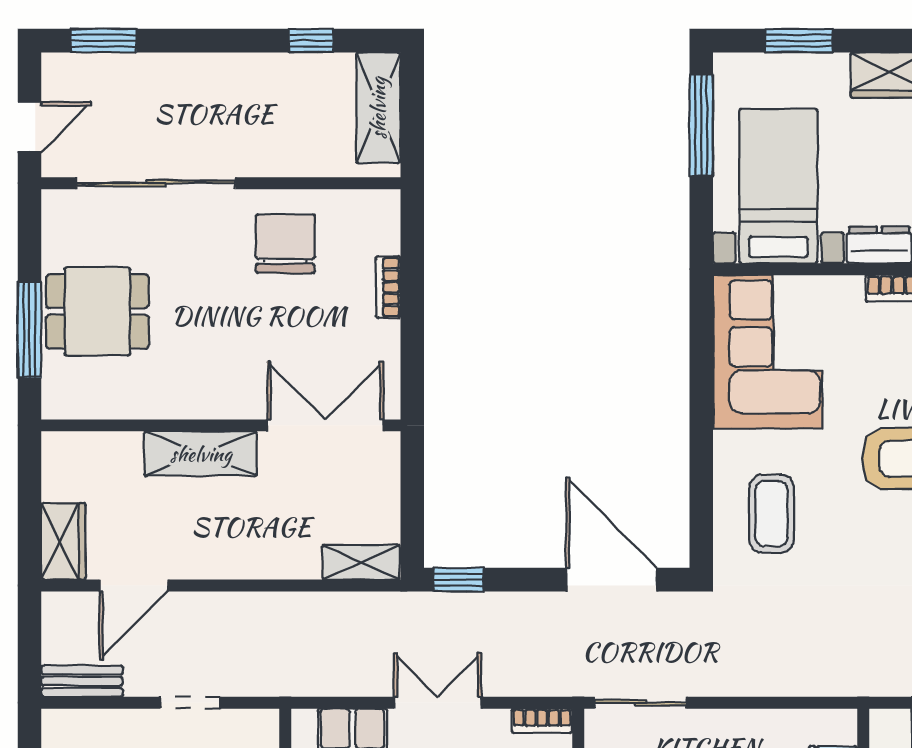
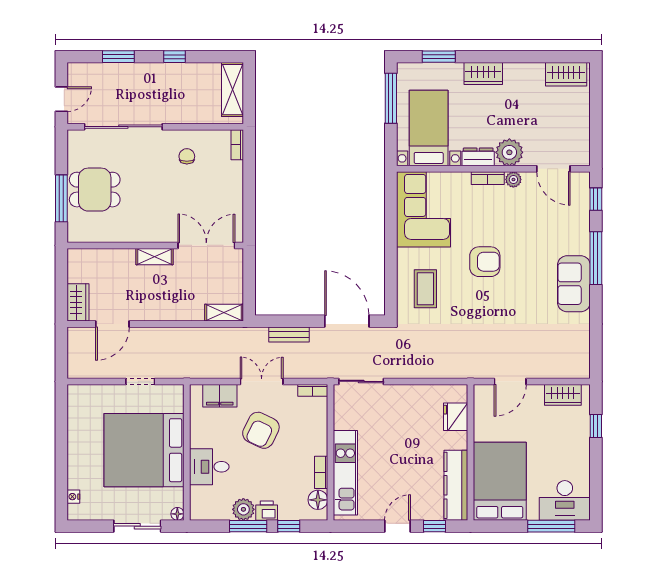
window: (103, 41) -> (118, 57), moved
window: (311, 41) -> (175, 57), moved
chair: (285, 244) -> (187, 156), width x0.54, depth x0.54
bookcase: (388, 287) -> (237, 145), moved
shelving: (201, 454) -> (154, 257), width x0.67, depth x0.75
window: (459, 580) -> (272, 321), removed
bench: (82, 681) -> (289, 335), moved

